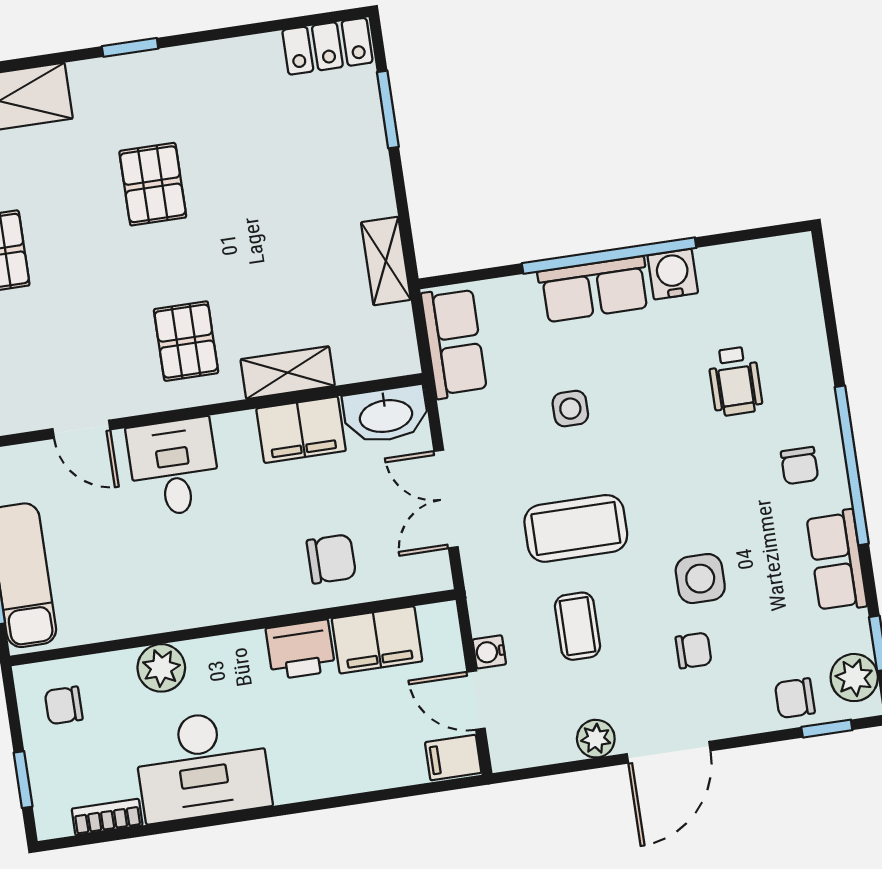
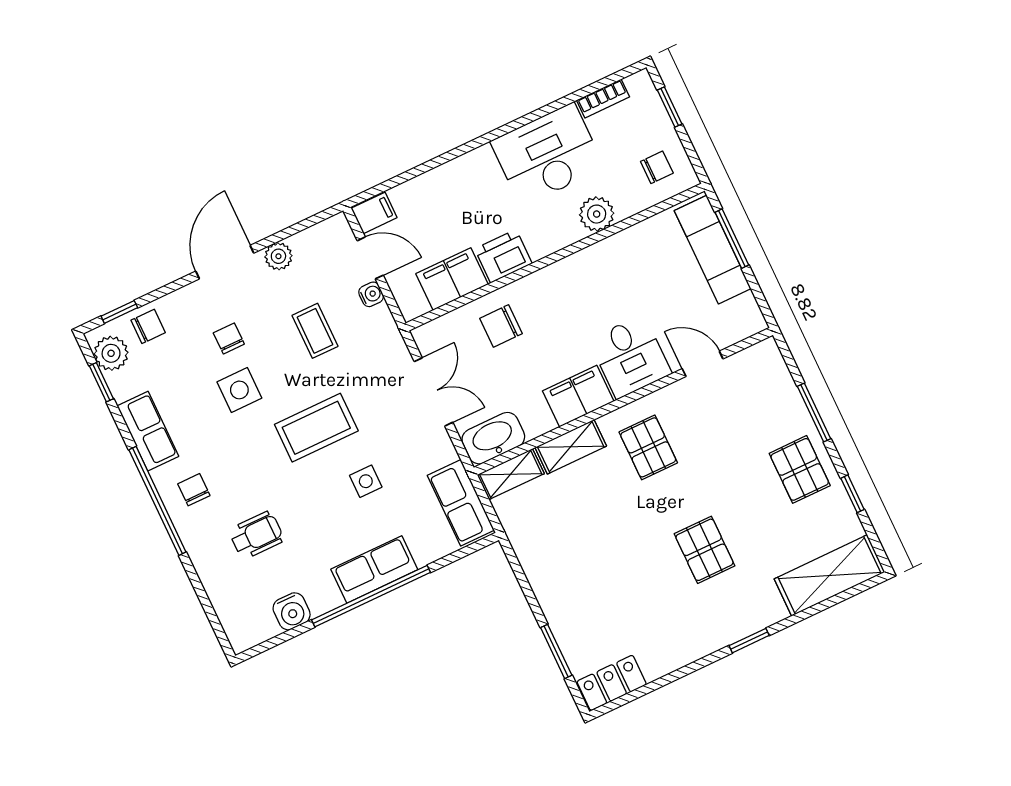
shelving: (386, 261) -> (511, 474), moved, turned 90
water cooler: (673, 274) -> (292, 611), moved
wheelchair: (735, 381) -> (257, 535), turned 90
filing cabinet: (301, 430) -> (578, 396), moved
coffee table: (576, 528) -> (316, 428), moved
chair: (694, 650) -> (229, 338), turned 90

